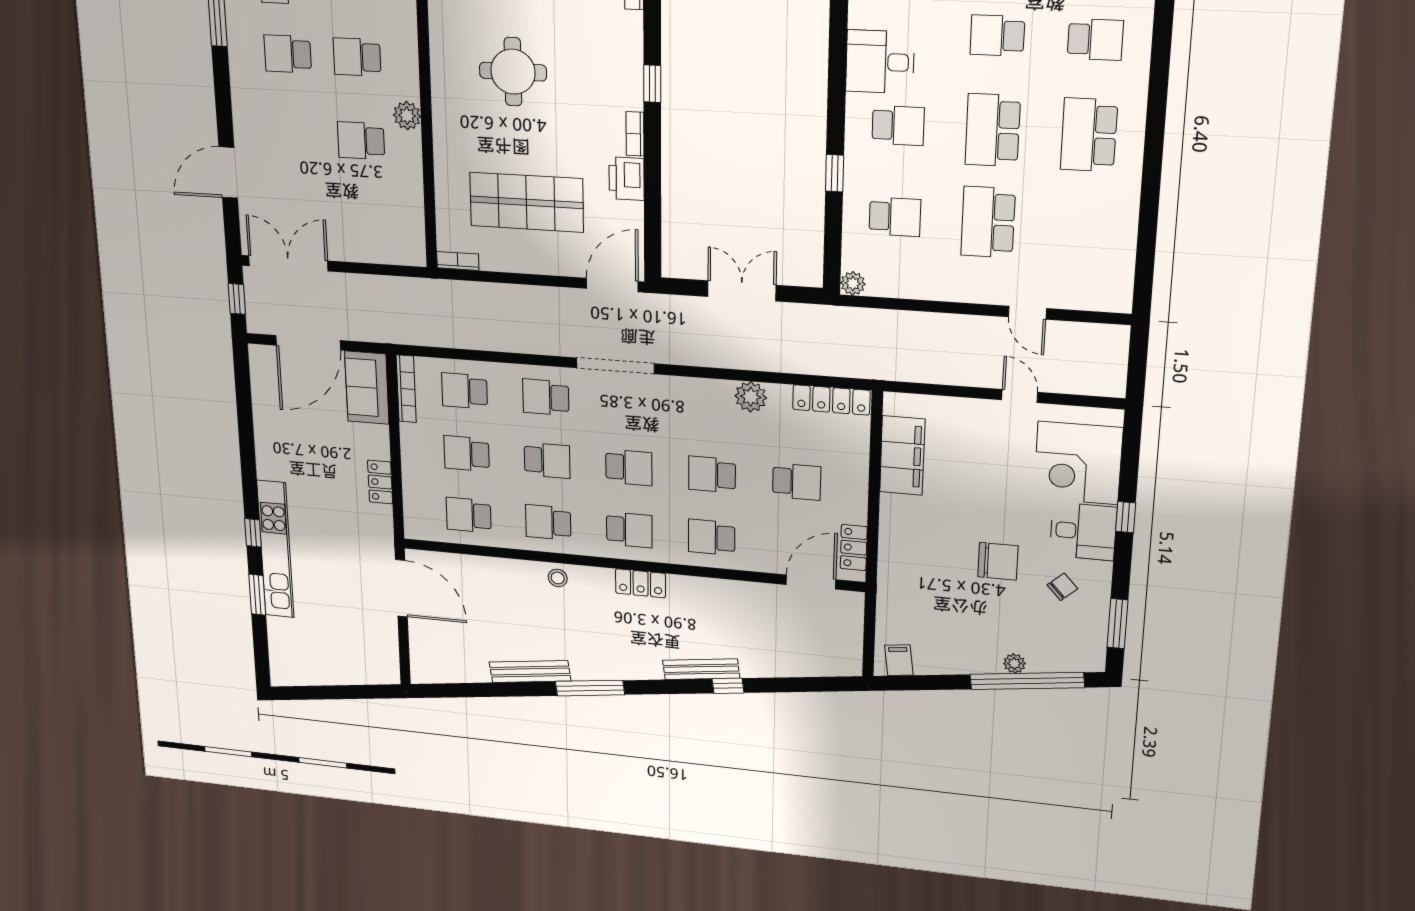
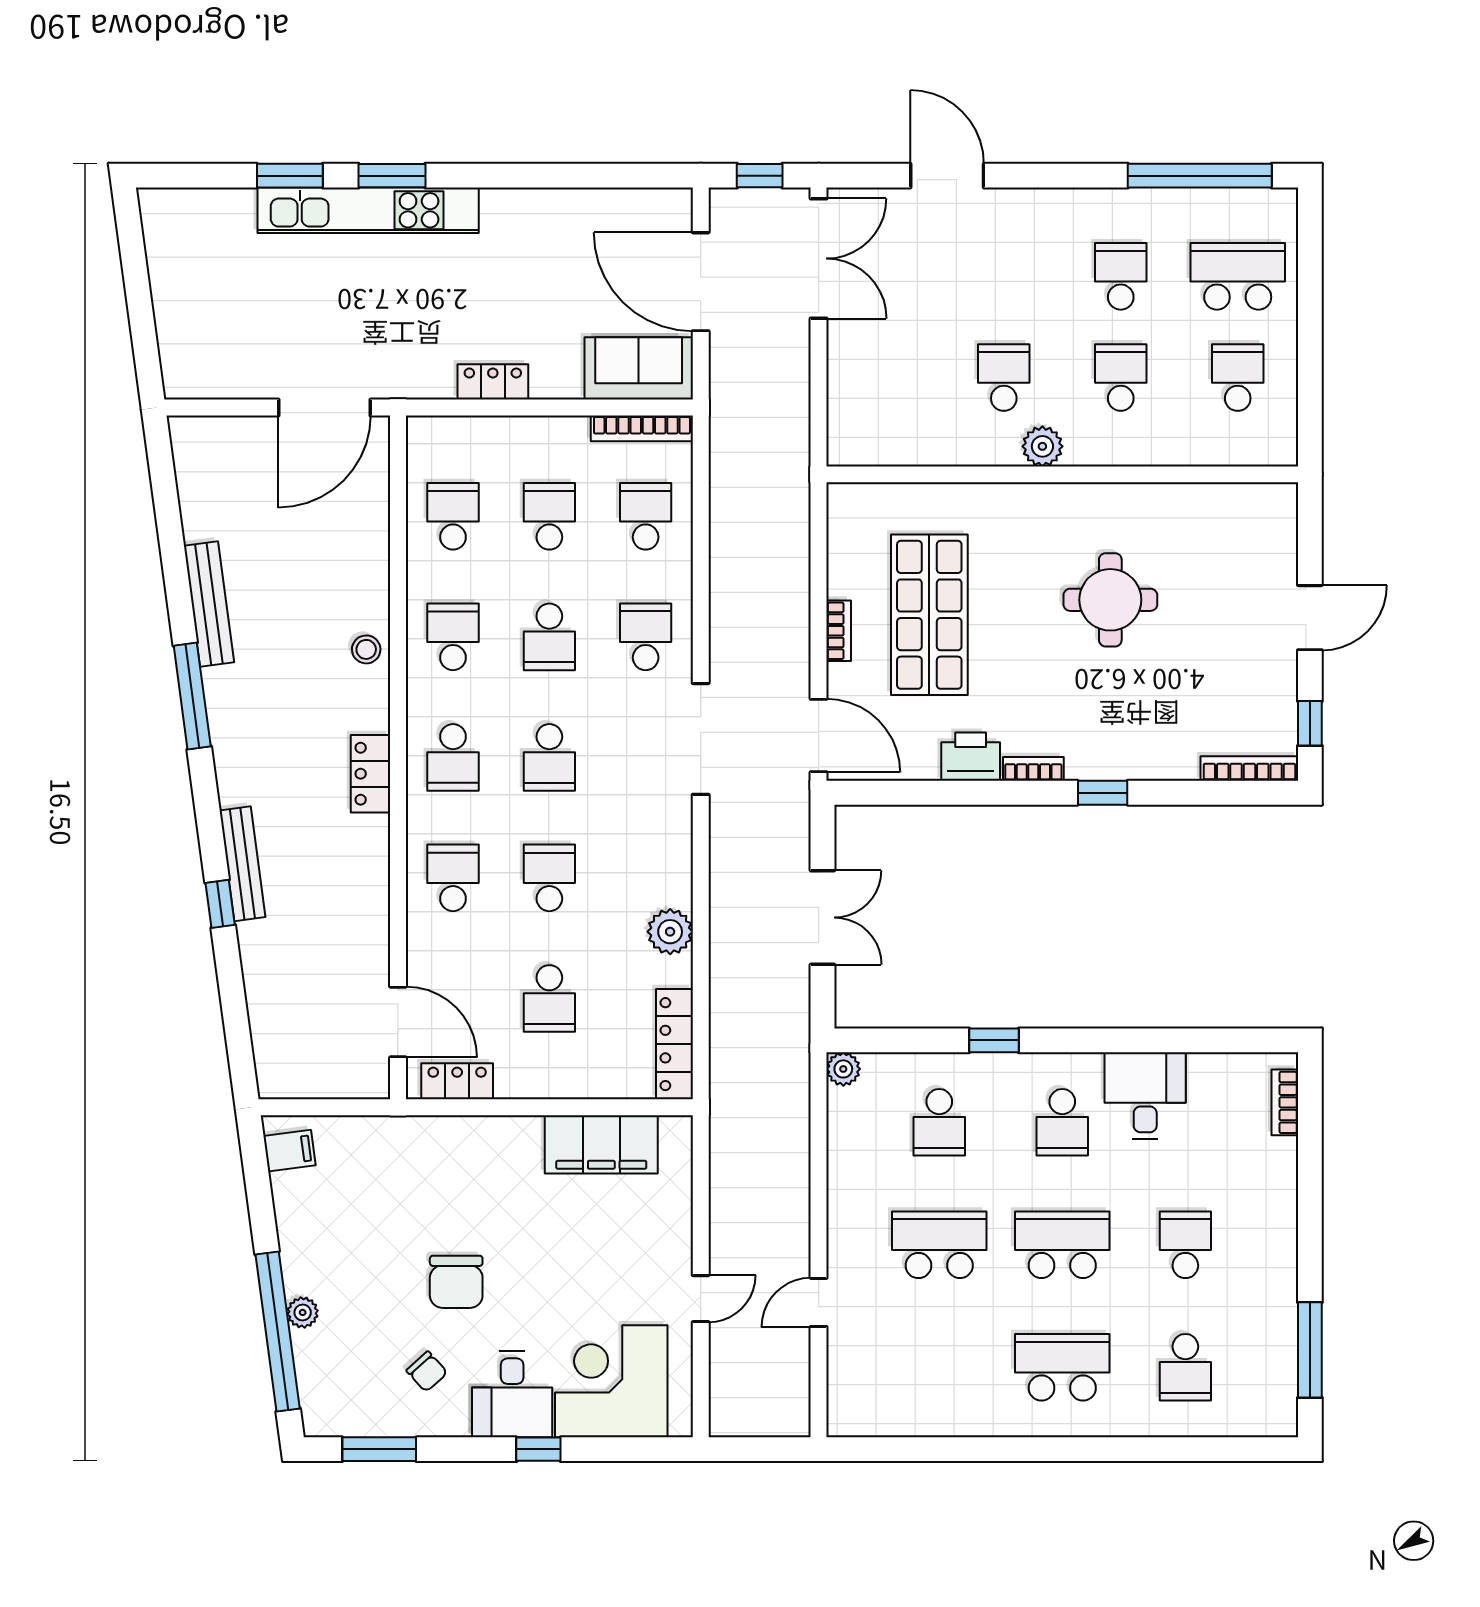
bookcase: (458, 261) -> (839, 631), moved
window: (253, 533) -> (392, 176), width x1.50

